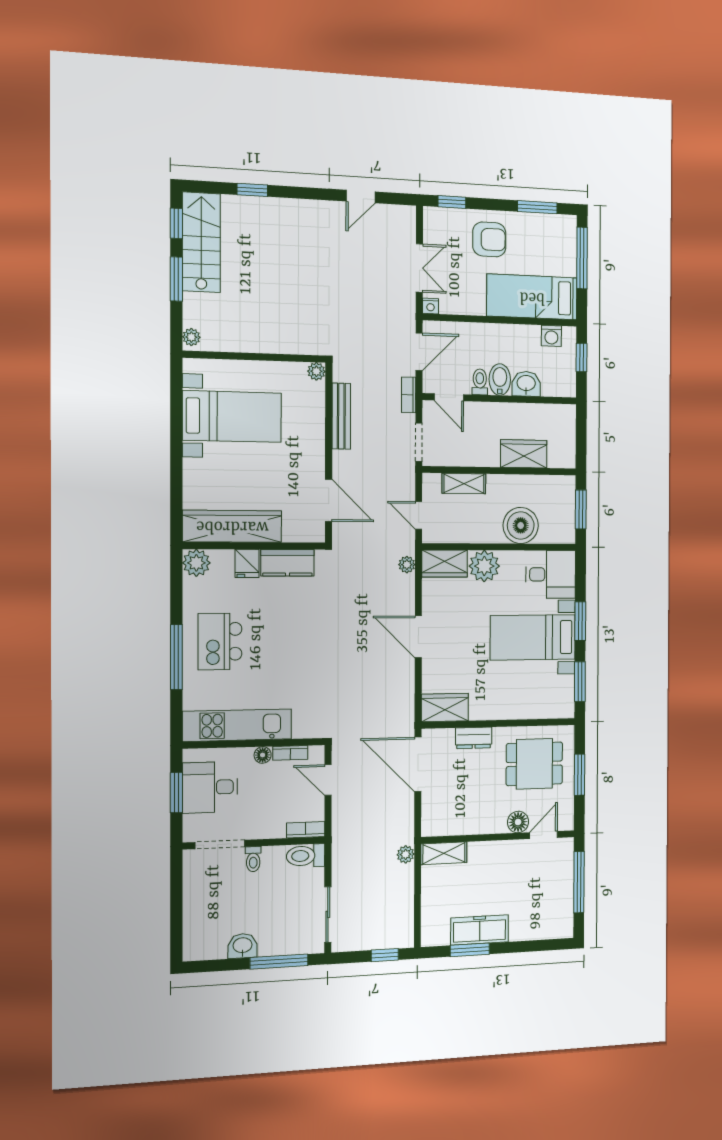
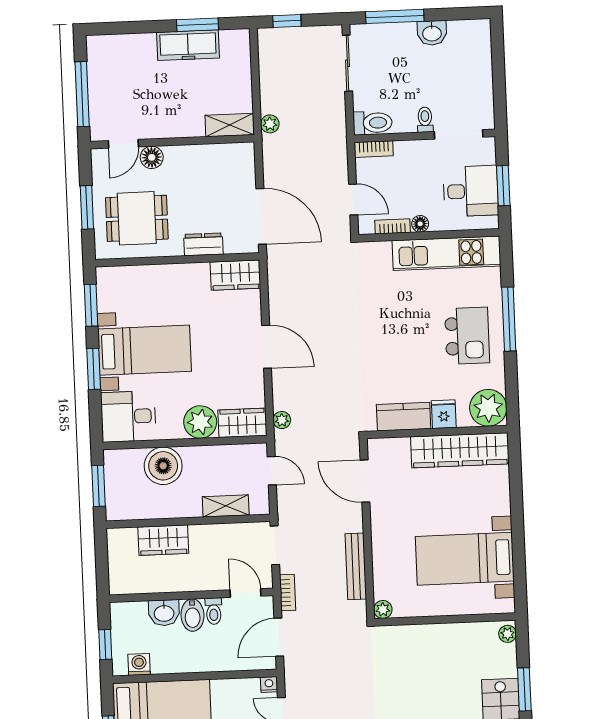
plant: (196, 563) -> (488, 408), width x1.36, depth x1.36

